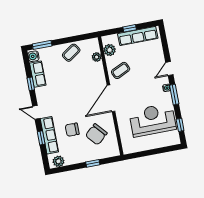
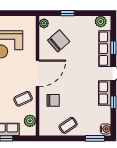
plant: (97, 57) -> (44, 23), moved
row of seats: (38, 74) -> (105, 93), moved
chair: (72, 130) -> (53, 100), moved

